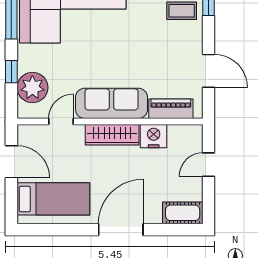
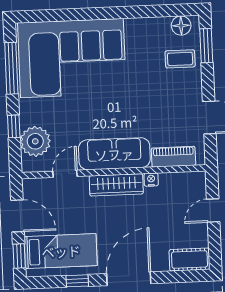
nightstand: (154, 136) -> (151, 180), width x0.53, depth x0.56
window: (11, 202) -> (19, 256), added
window: (69, 230) -> (77, 281), added

